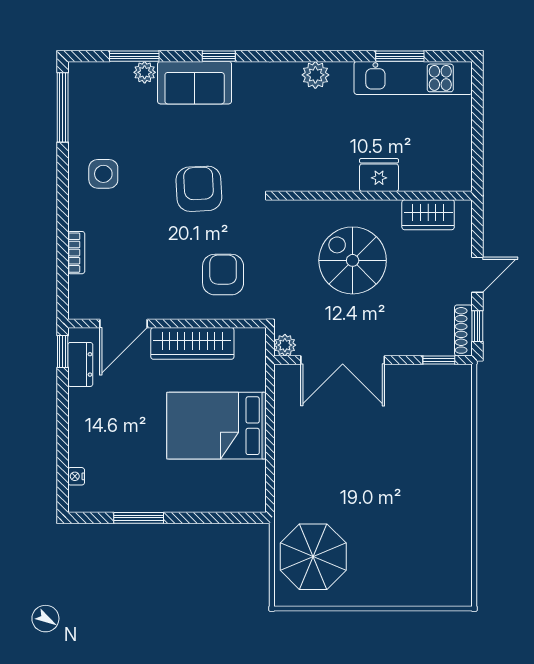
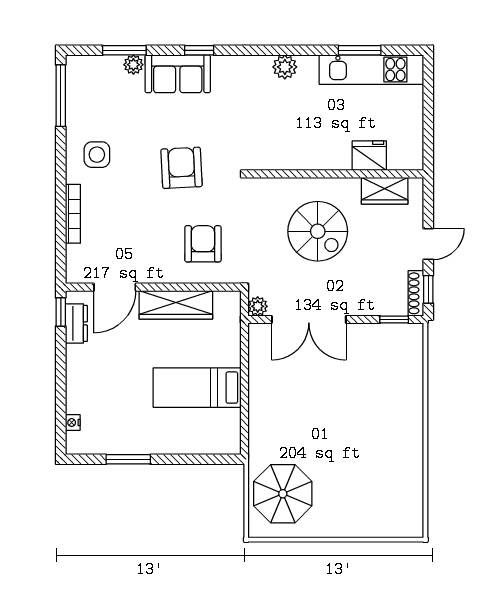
fridge: (379, 175) -> (369, 156), moved
bookcase: (76, 253) -> (73, 214), width x1.56
spiral stairs: (353, 260) -> (318, 231), turned 180
bed: (216, 426) -> (197, 388), width x0.67

